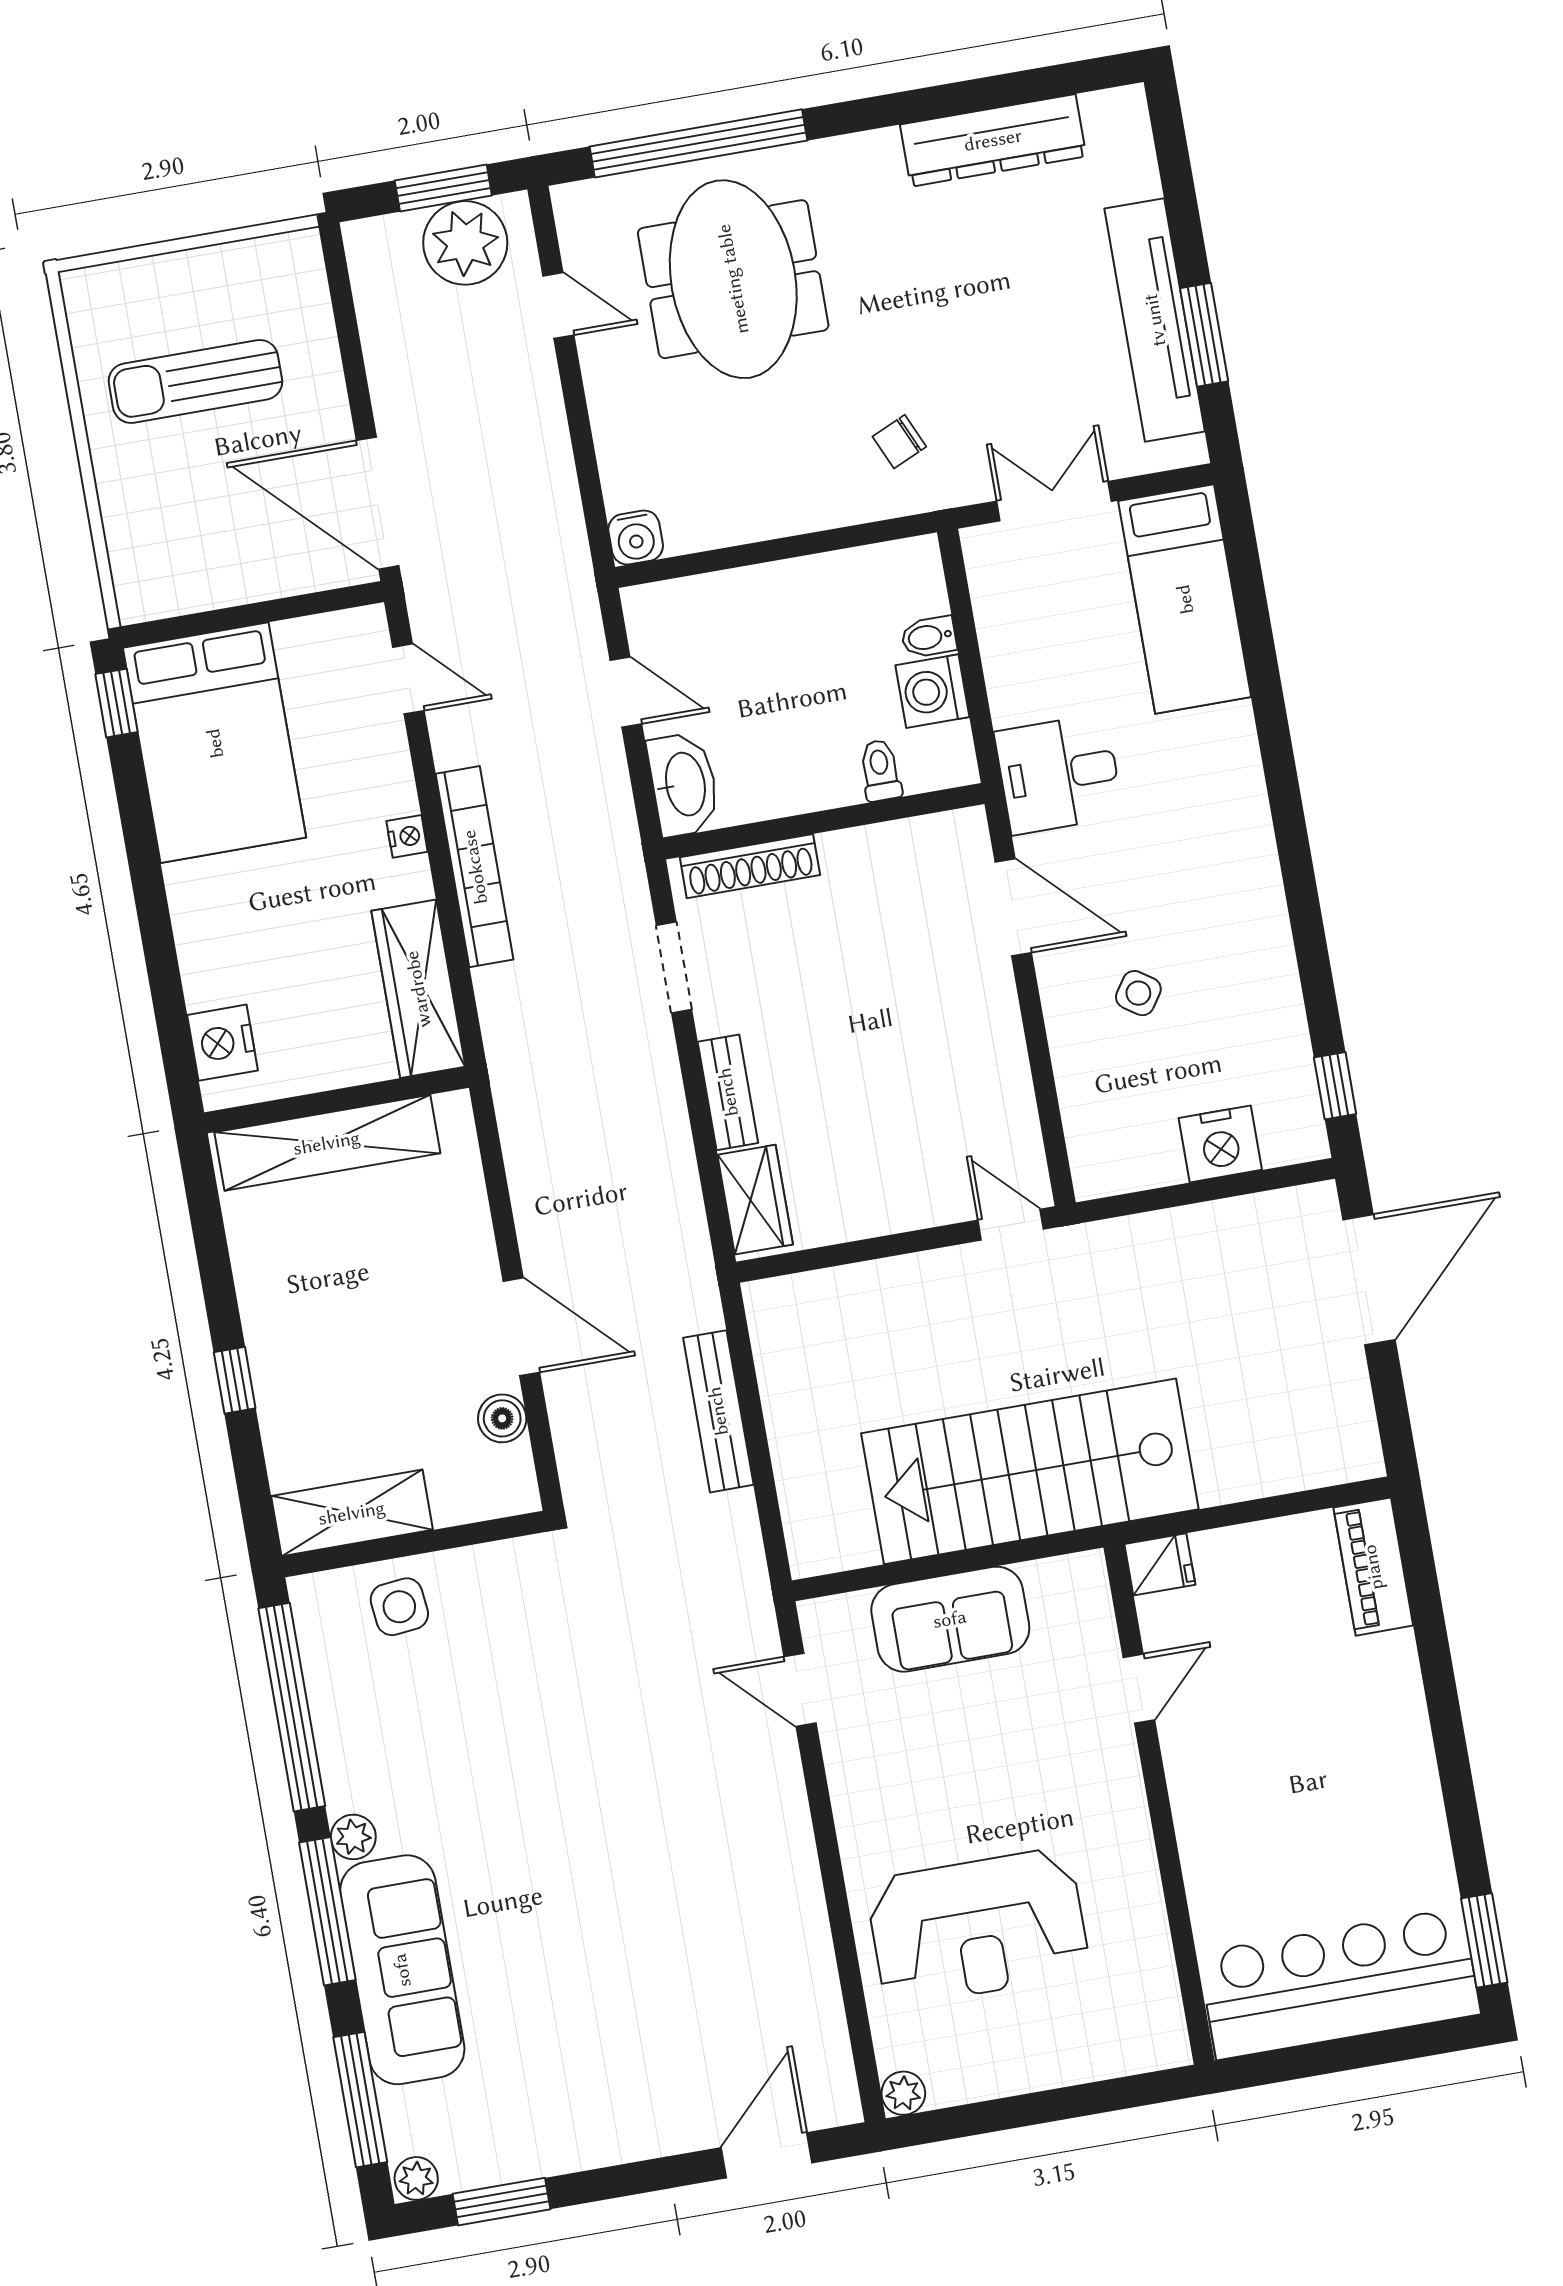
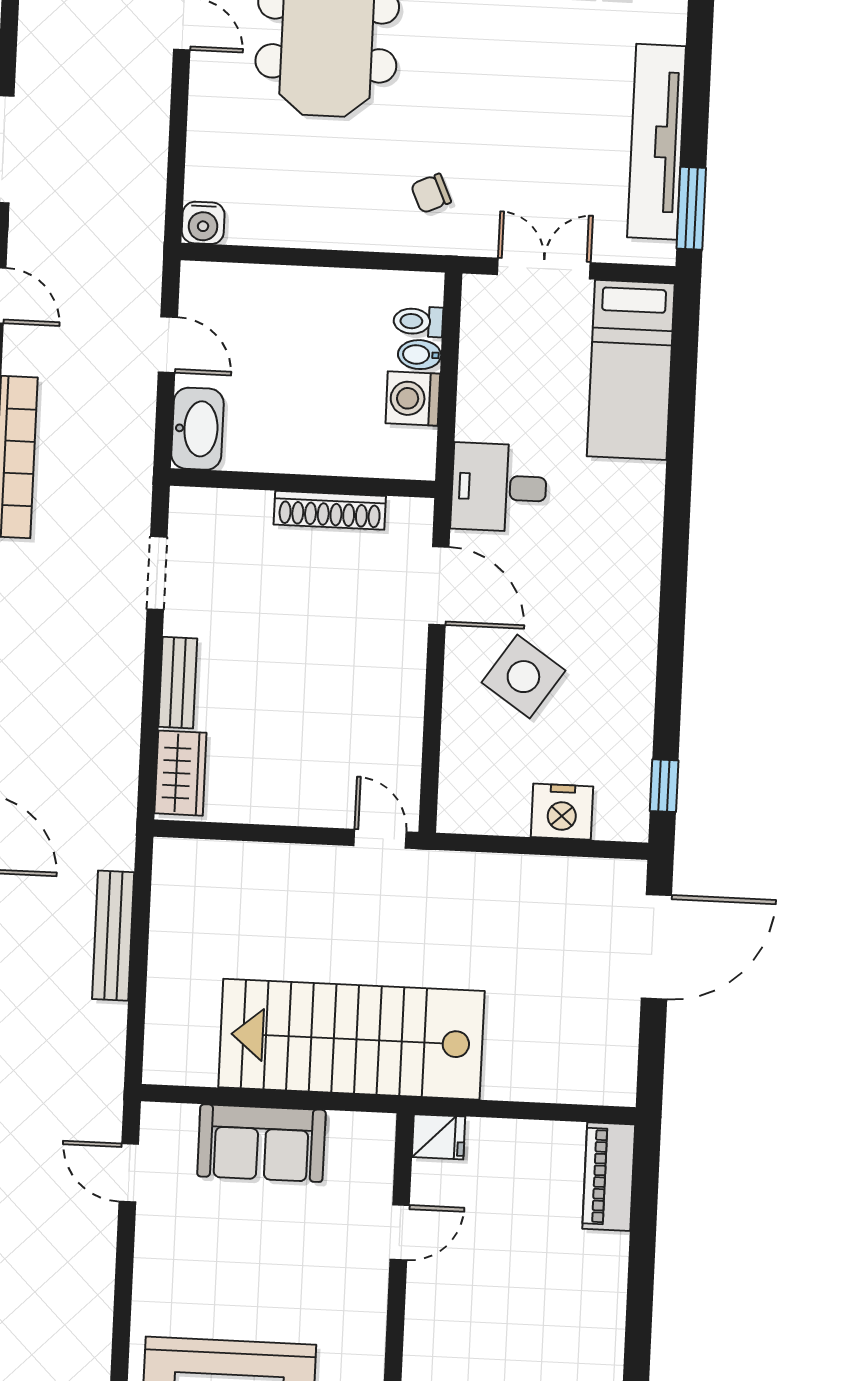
window: (1204, 335) -> (691, 208), moved
toilet: (880, 770) -> (418, 321), moved, turned -90
shoe rack: (750, 866) -> (330, 510), moved
side table: (1138, 993) -> (523, 677), width x1.87, depth x1.87

